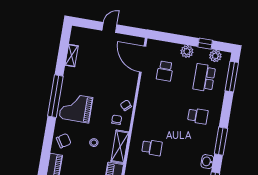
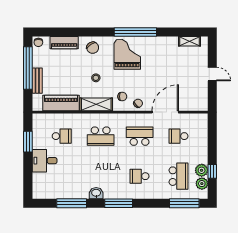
plant: (187, 51) -> (202, 170), moved
shelving: (72, 56) -> (189, 41), moved
door: (143, 59) -> (165, 112), moved
school desk: (204, 78) -> (178, 176), turned 90
school desk: (158, 109) -> (140, 136), added
school desk: (198, 116) -> (140, 176), turned 90
school desk: (152, 148) -> (101, 136), width x1.85

